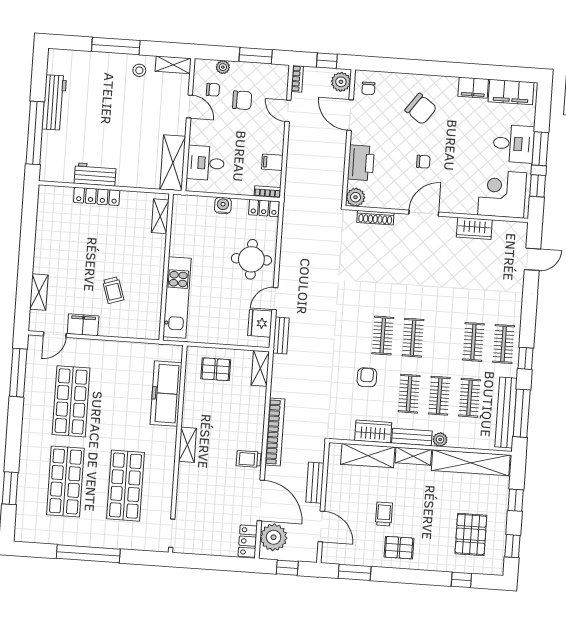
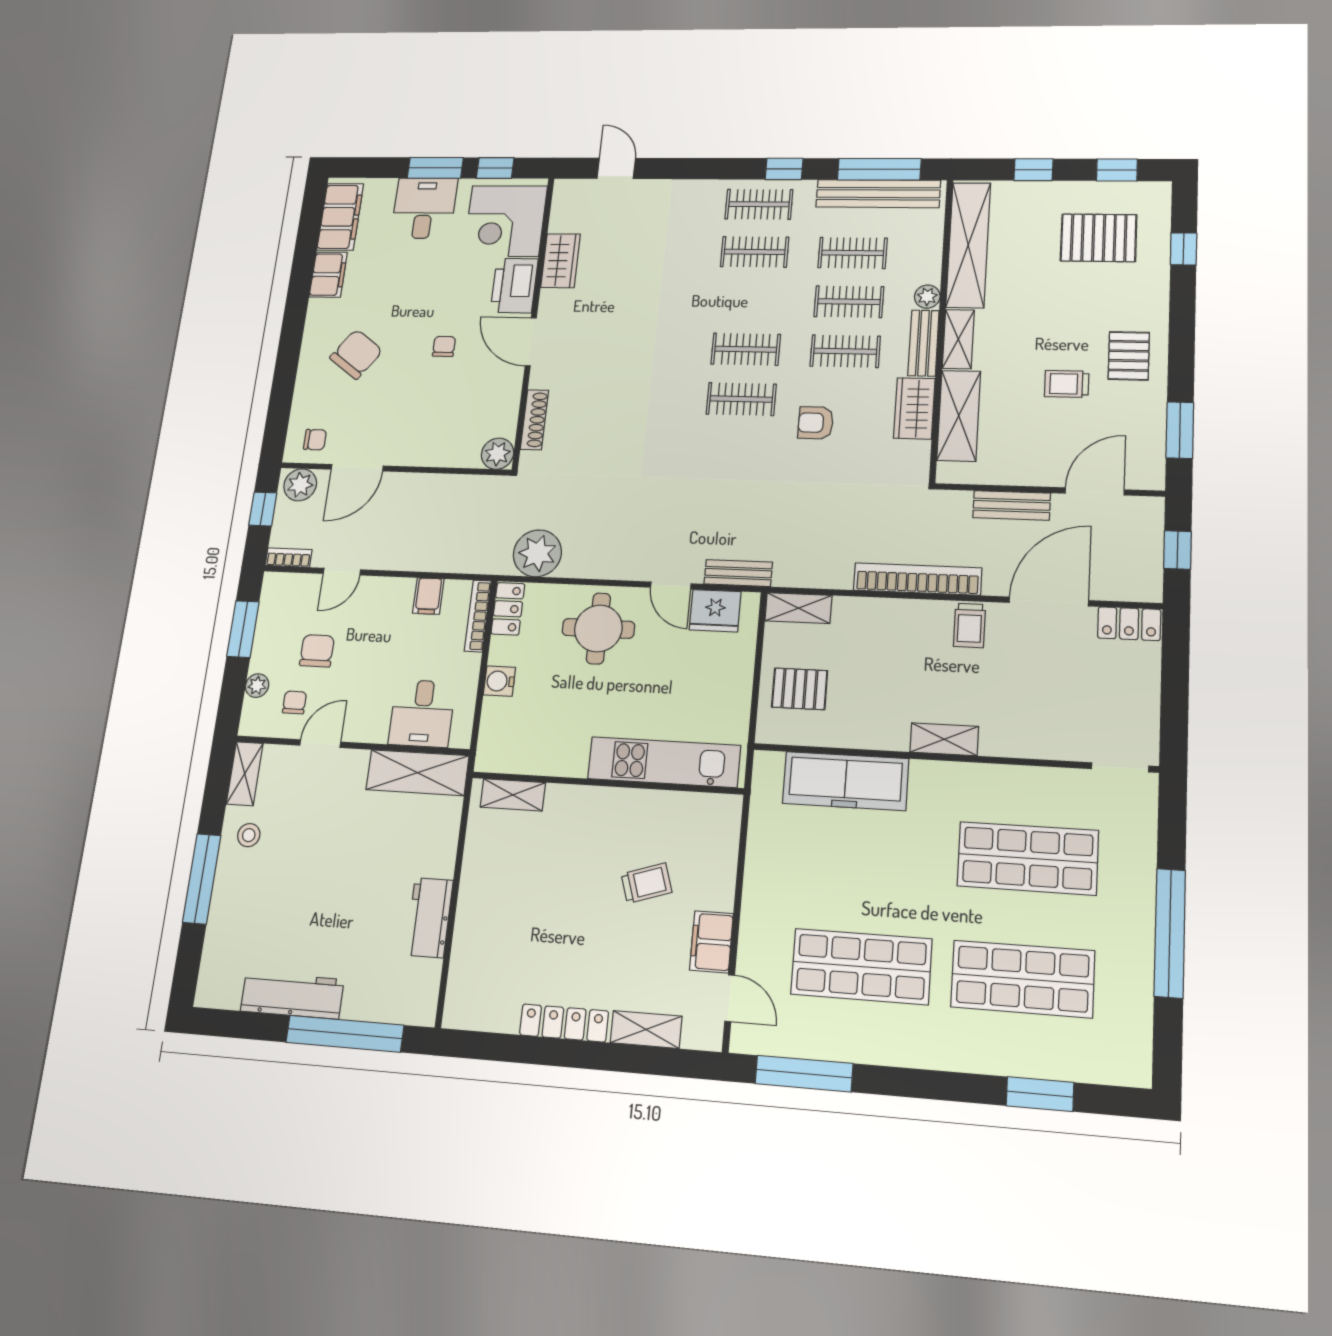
printer: (361, 163) -> (514, 286), moved, turned -90
bookcase: (268, 192) -> (478, 616), width x1.56
locker: (97, 196) -> (564, 1023), moved, turned -90
pallet: (216, 369) -> (800, 689), turned 90
plant: (274, 537) -> (537, 553), moved

